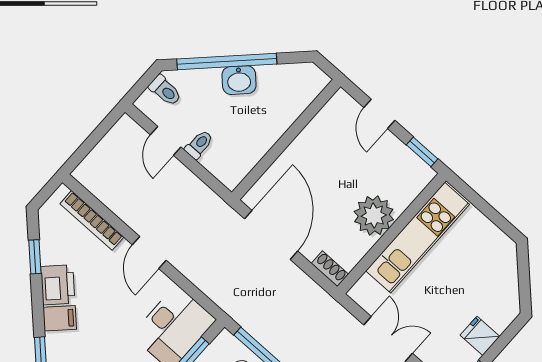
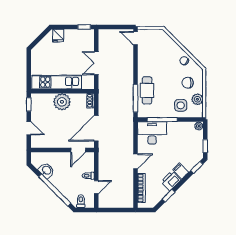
washbasin: (239, 80) -> (46, 170), moved
door: (379, 114) -> (29, 128), hinge flipped
door: (261, 168) -> (78, 150), added
fridge: (480, 336) -> (58, 36), moved

